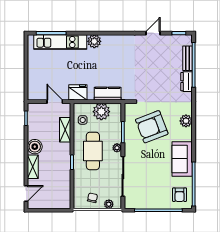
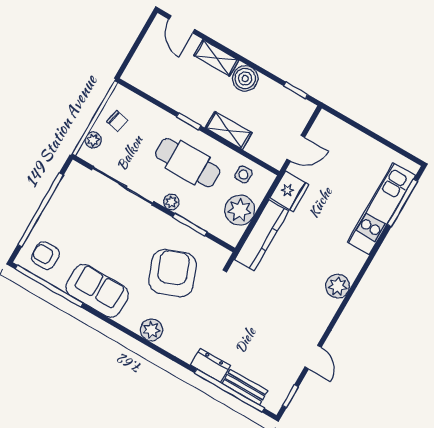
plant: (94, 41) -> (338, 286), moved
kitchen counter: (108, 94) -> (262, 235), width x1.50
shelving: (65, 130) -> (229, 130), moved

